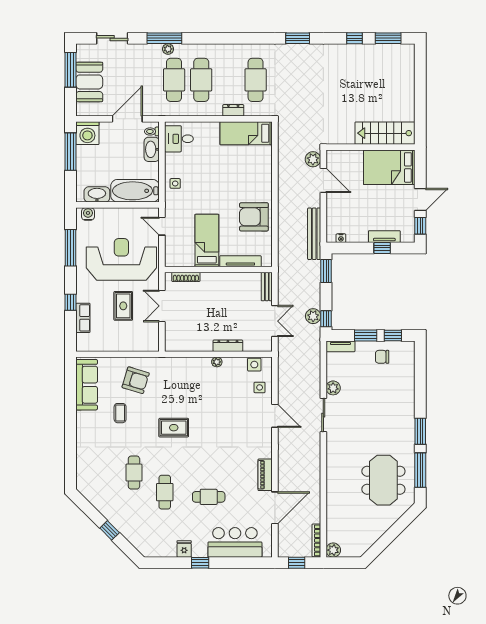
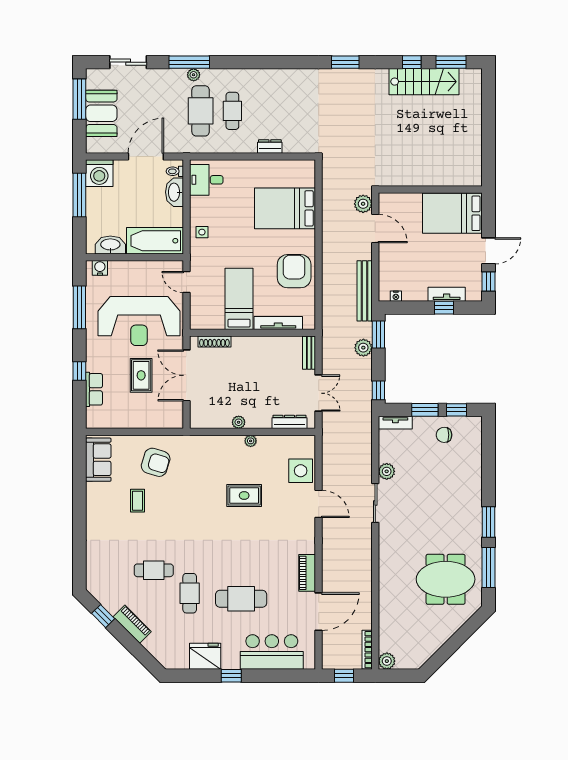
cafe table: (201, 80) -> (232, 111), width x0.73, depth x0.74
cafe table: (256, 80) -> (296, 111), removed
bed: (246, 133) -> (285, 208), moved, width x1.50
stairs: (385, 133) -> (424, 82), moved, turned 180
armchair: (254, 217) -> (294, 271), turned 90
reception desk: (121, 259) -> (139, 321), turned 180
double door: (162, 306) -> (186, 375), width x1.37
plant: (313, 316) -> (363, 348), moved
plant: (206, 346) -> (239, 422), added
dresser: (228, 346) -> (289, 422), moved
side table: (254, 365) -> (294, 444), removed
sofa: (87, 385) -> (98, 460), width x0.73
side table: (260, 387) -> (301, 471), width x1.87, depth x1.87
rug: (174, 428) -> (244, 496), moved
cafe table: (134, 473) -> (154, 570), turned 90
meeting table: (383, 480) -> (446, 579), turned 90
cafe table: (209, 497) -> (241, 599), width x1.37, depth x1.35
piano: (116, 519) -> (132, 624), added
window: (110, 530) -> (103, 616), moved
fridge: (184, 549) -> (205, 656), width x1.88, depth x1.34

